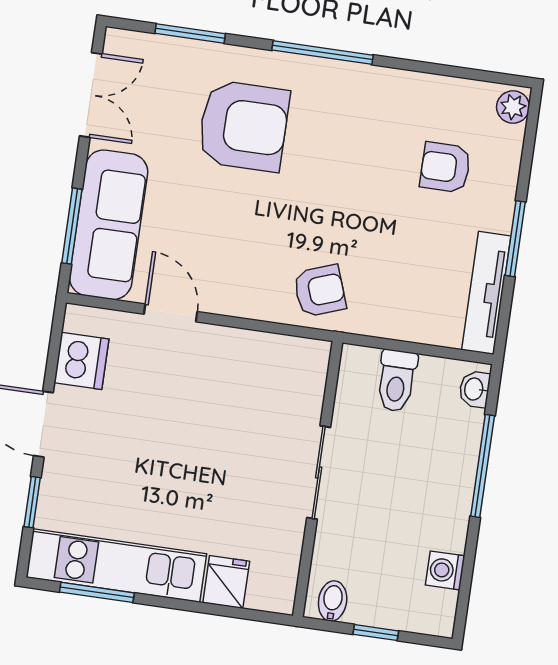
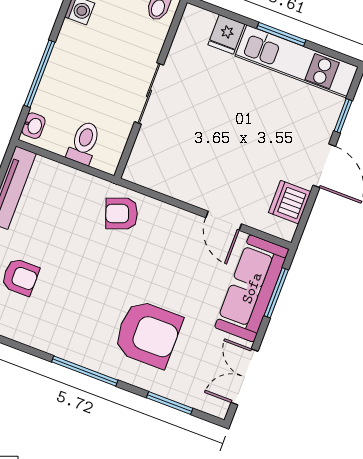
armchair: (244, 126) -> (148, 334), turned 180
window: (97, 592) -> (281, 34), moved

